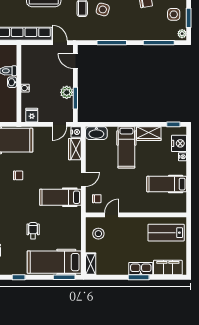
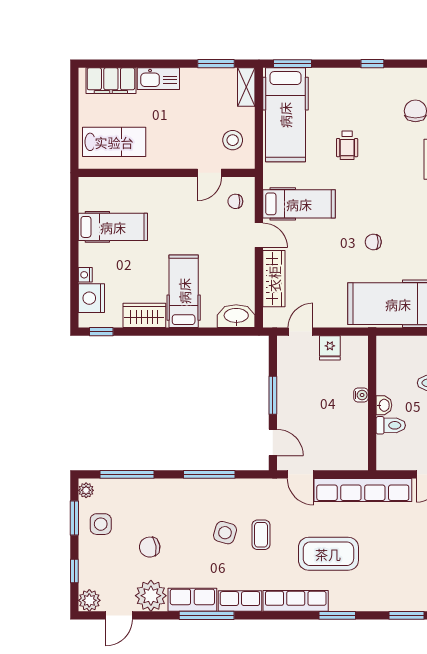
plant: (67, 92) -> (288, 388), removed
window: (75, 98) -> (273, 395), moved
fridge: (32, 115) -> (330, 348), moved
nightstand: (76, 132) -> (272, 318), removed
wardrobe: (75, 149) -> (274, 279), width x1.50
door: (83, 179) -> (259, 235), swing flipped
hospital bed: (54, 262) -> (285, 115), moved, turned 90
window: (139, 277) -> (216, 64), moved

